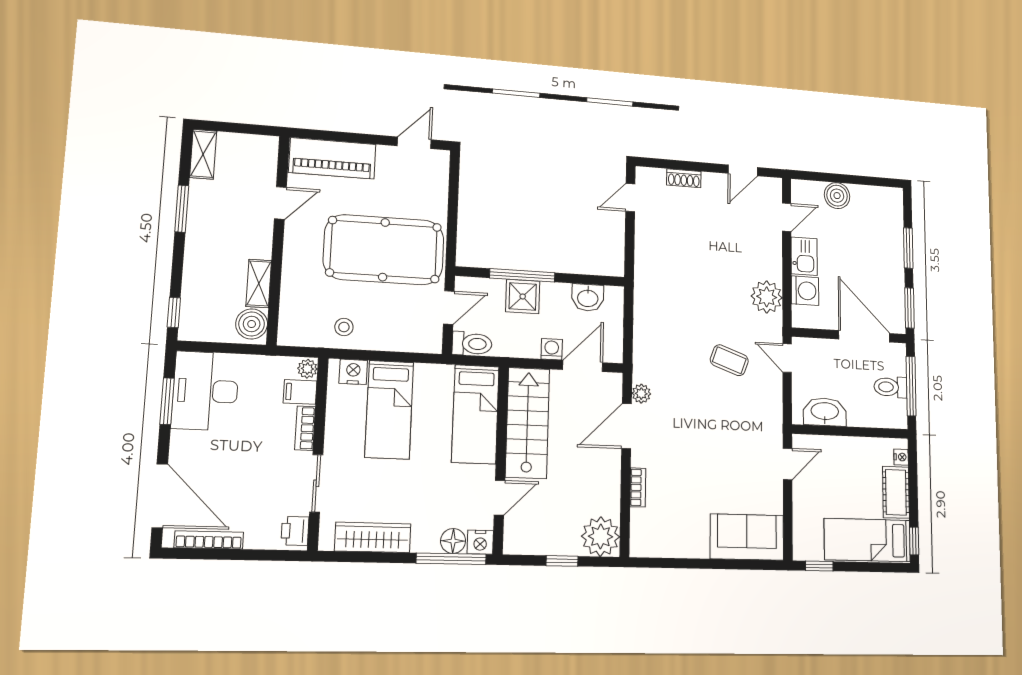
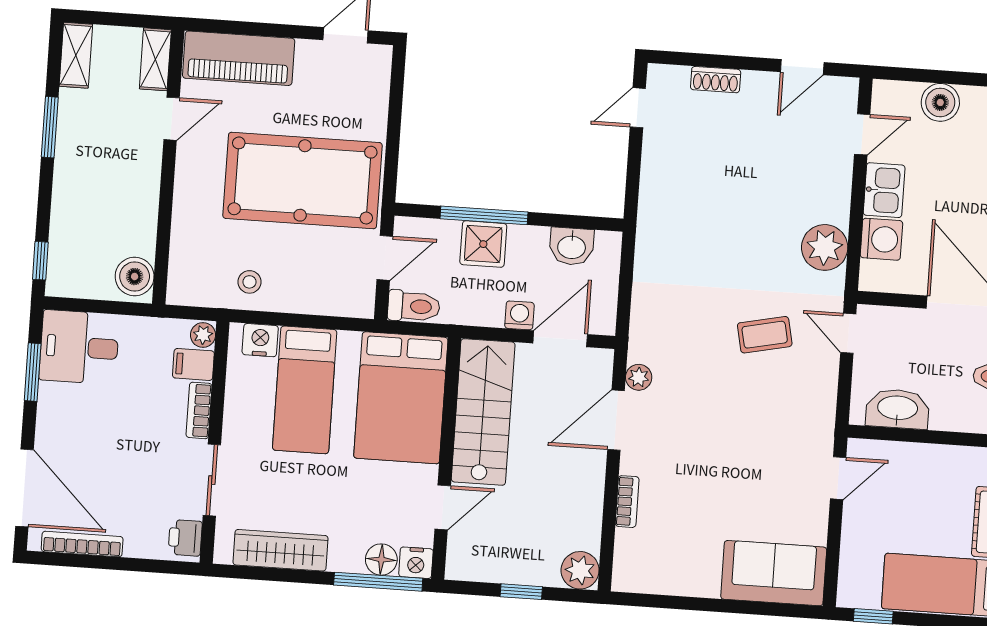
shelving: (259, 283) -> (155, 59), moved
coffee table: (729, 360) -> (765, 335), turned -32
desk: (205, 391) -> (79, 347), width x0.73
bed: (475, 414) -> (401, 398), width x1.50
plant: (601, 537) -> (580, 570), width x0.73, depth x0.73

